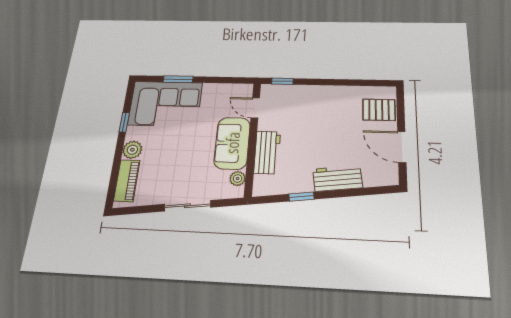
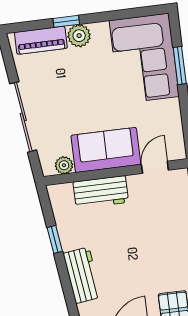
window: (124, 122) -> (66, 21), moved
sliding door: (187, 206) -> (23, 117), width x1.37

